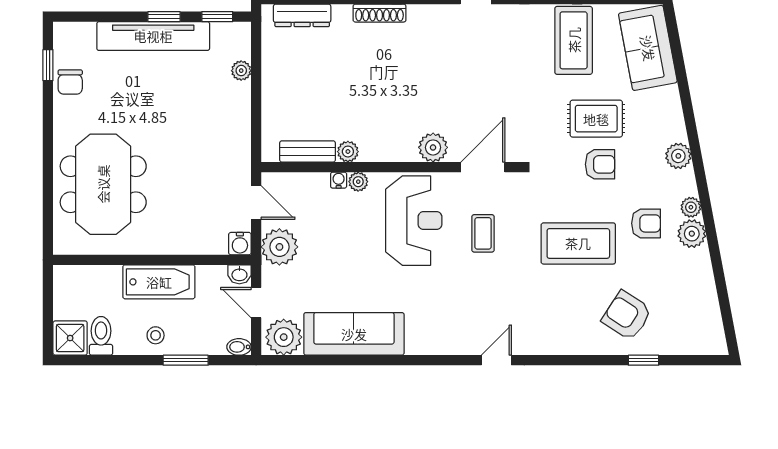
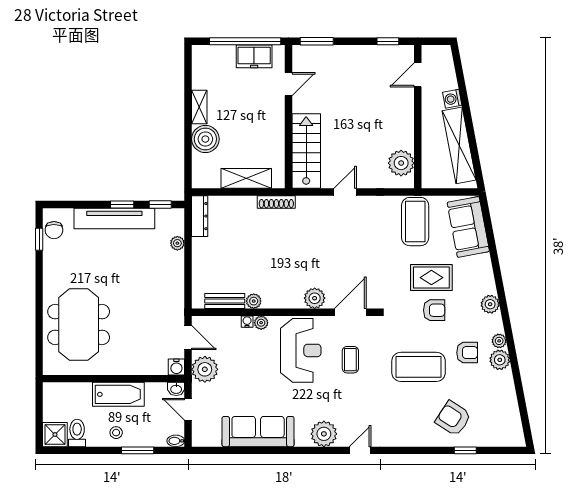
dresser: (302, 15) -> (200, 216), moved, turned -90
chair: (70, 82) -> (54, 230), moved
plant: (284, 337) -> (324, 434), moved

